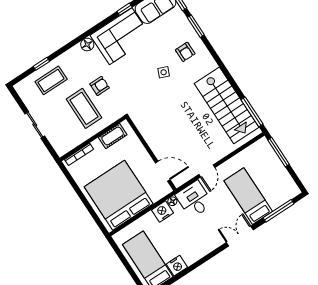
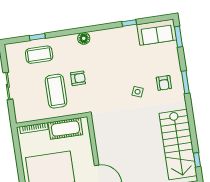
window: (196, 26) -> (185, 82), moved
corner sofa: (121, 36) -> (115, 44), removed
window: (252, 112) -> (197, 160), width x0.46
cot: (113, 136) -> (65, 129), width x1.37, depth x1.34

